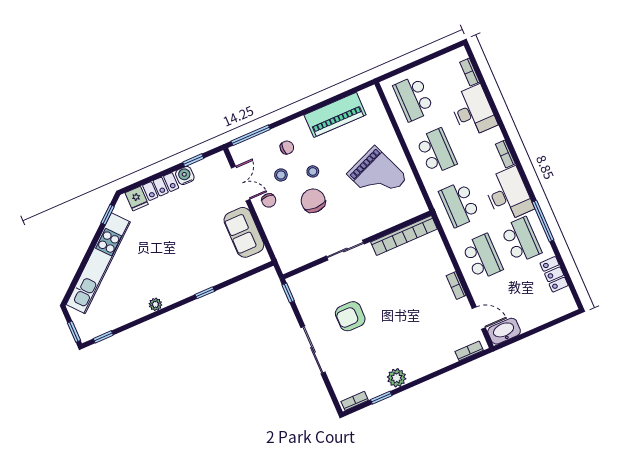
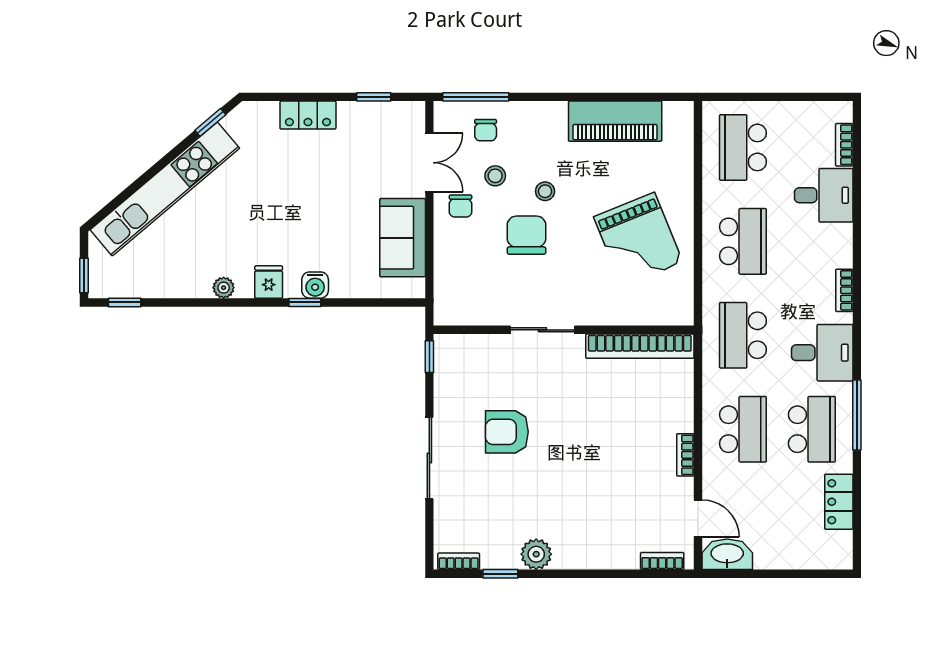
desk: (473, 111) -> (824, 195), width x0.73
chair: (287, 148) -> (486, 130), moved, turned 90
water cooler: (185, 176) -> (315, 285), moved, turned 180
desk: (508, 195) -> (822, 353), width x0.73
fridge: (137, 199) -> (269, 282), moved, turned 180

